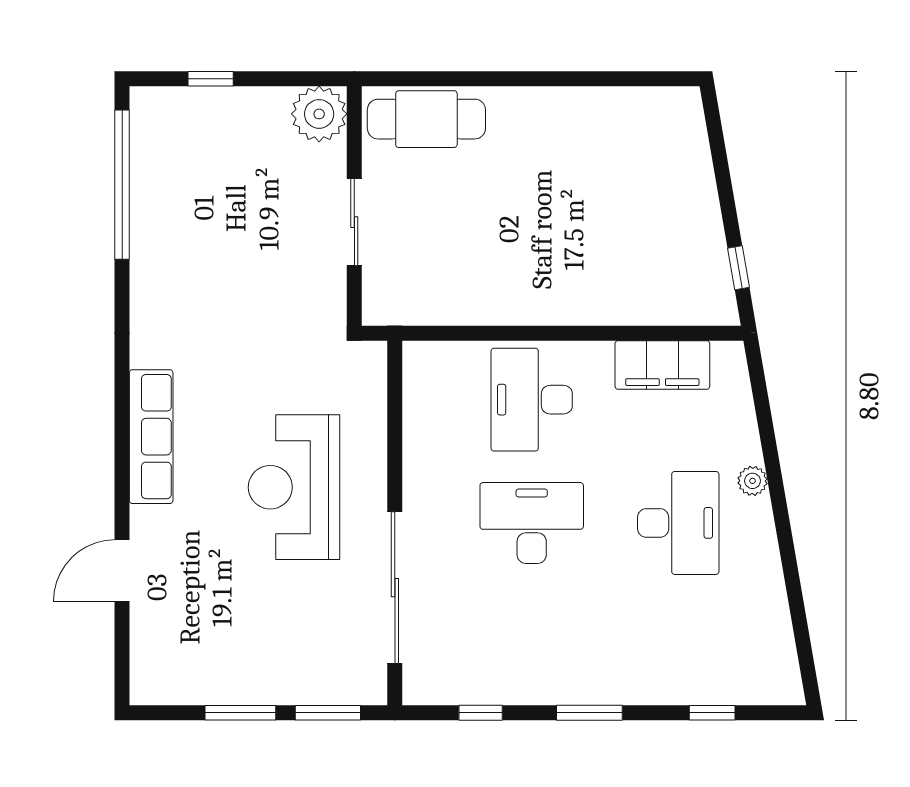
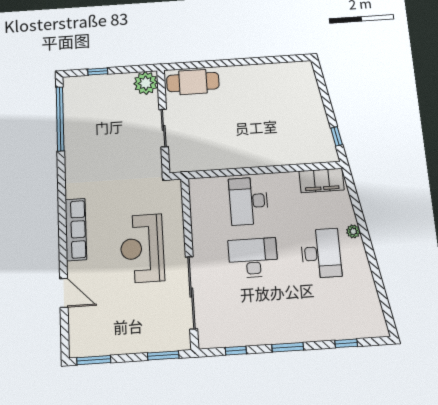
filing cabinet: (662, 365) -> (322, 181), moved
door: (122, 571) -> (64, 293), swing flipped
window: (240, 713) -> (94, 360), moved

